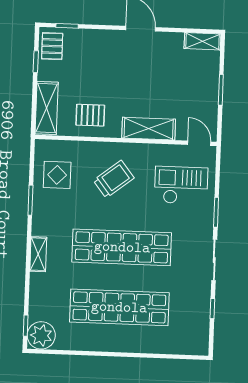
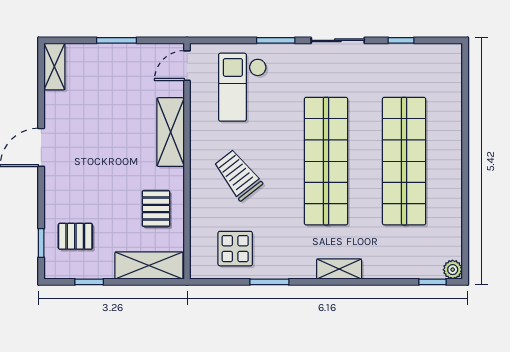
pallet: (52, 46) -> (75, 236), moved
plant: (41, 335) -> (453, 270), width x0.53, depth x0.53

